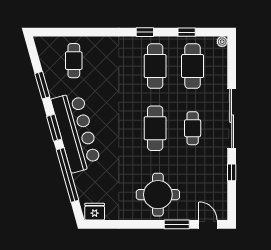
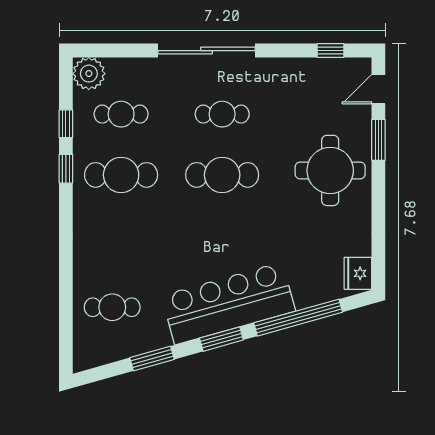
window: (145, 32) -> (66, 169), moved
plant: (222, 42) -> (89, 74), width x1.87, depth x1.87
cafe table: (193, 66) -> (121, 114), width x0.73, depth x0.74
window: (232, 172) -> (330, 51), moved

